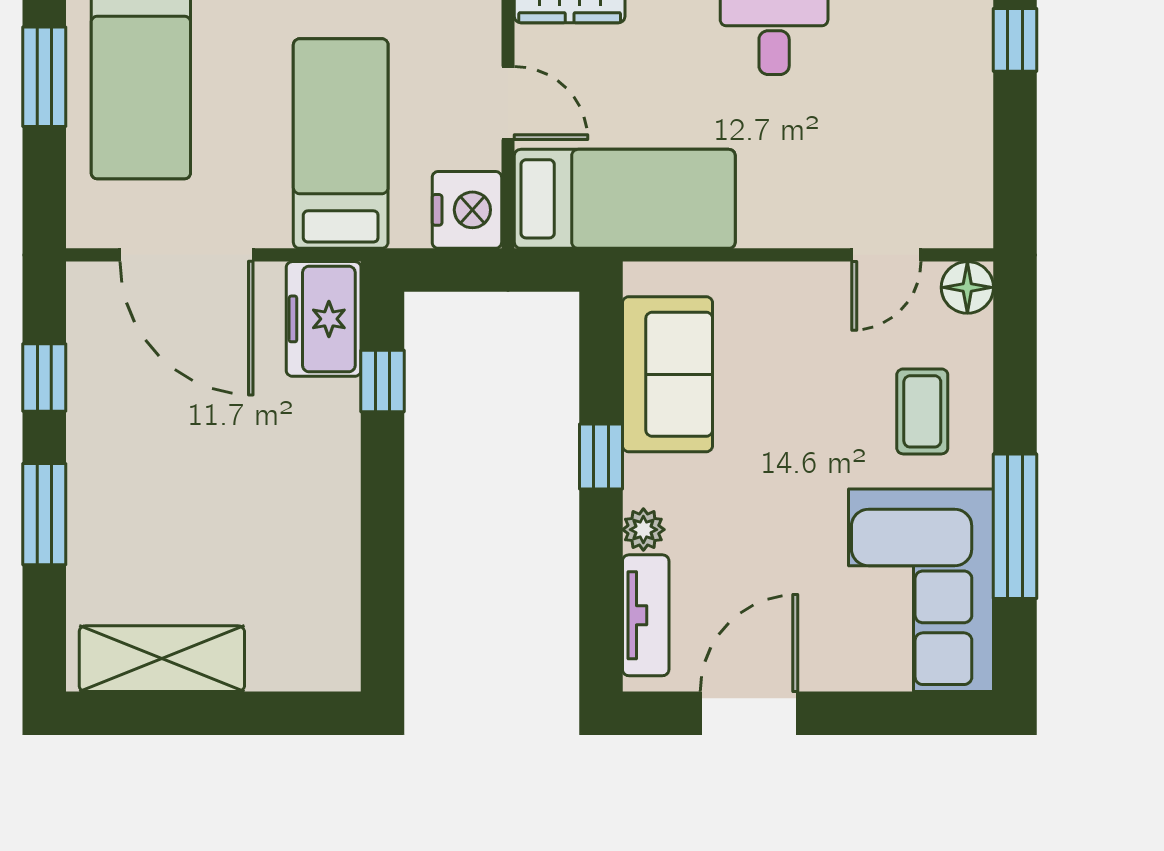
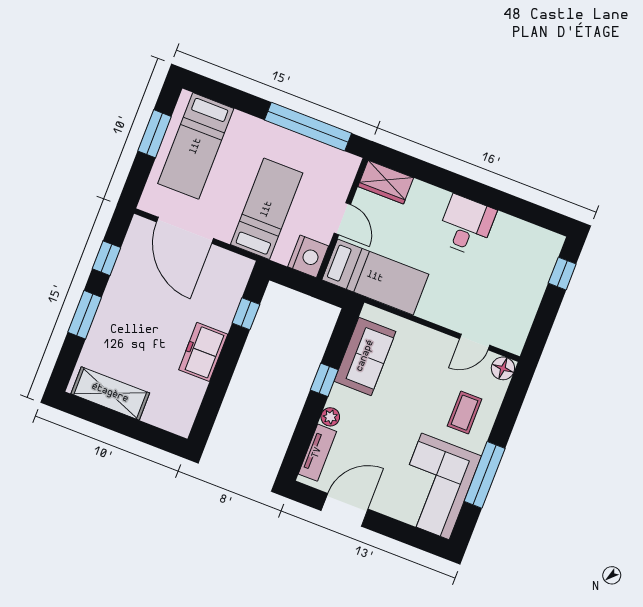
freezer: (324, 319) -> (203, 352), moved

